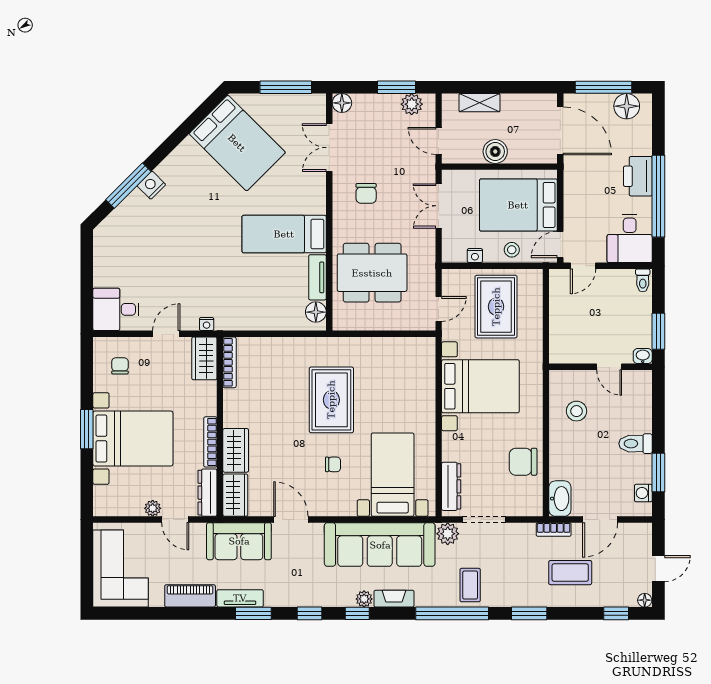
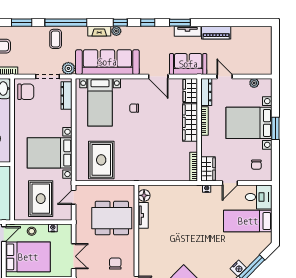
bed: (284, 234) -> (248, 221), moved, turned 180
rug: (331, 400) -> (101, 160), moved
wardrobe: (236, 450) -> (190, 122), width x1.50
chair: (523, 462) -> (26, 92), moved
plant: (153, 508) -> (254, 83), moved
corner sofa: (121, 569) -> (256, 48), removed

